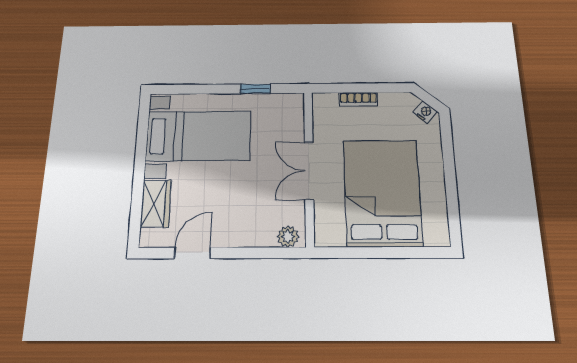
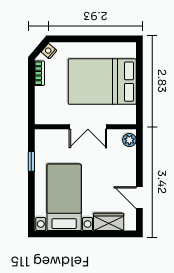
bookcase: (358, 99) -> (39, 73), moved

